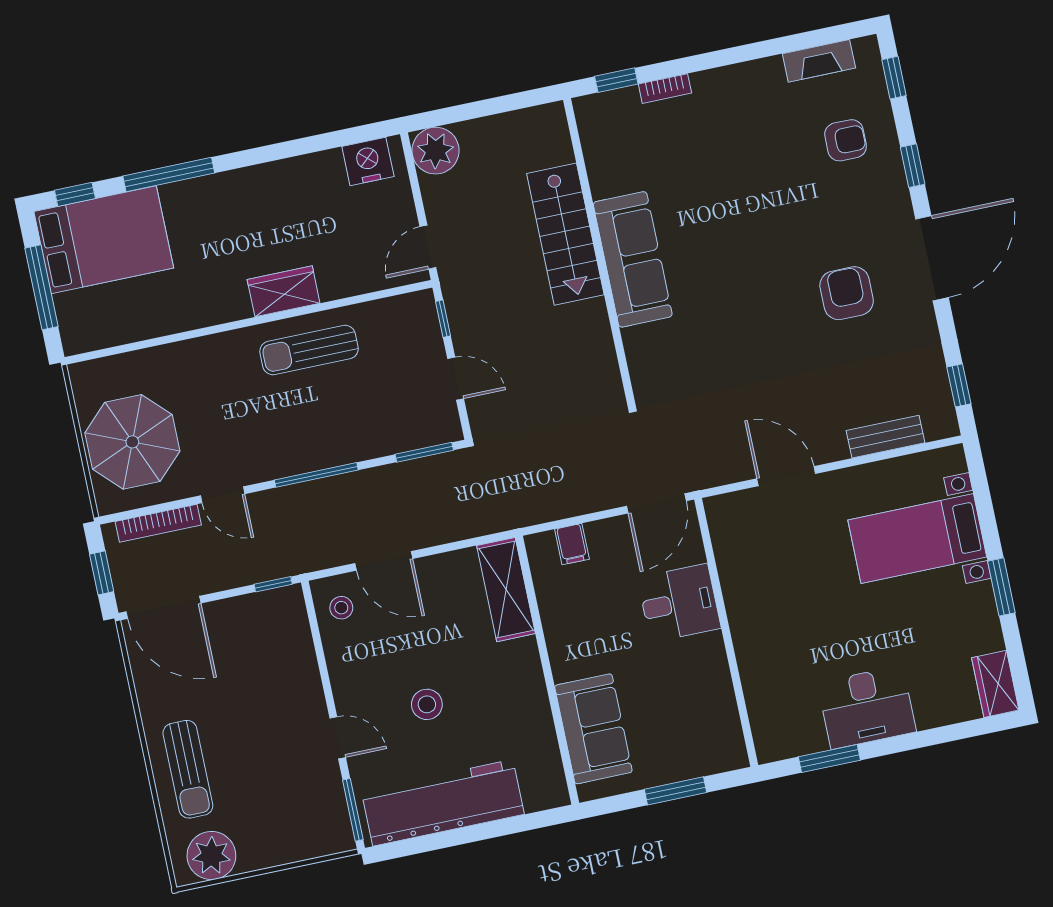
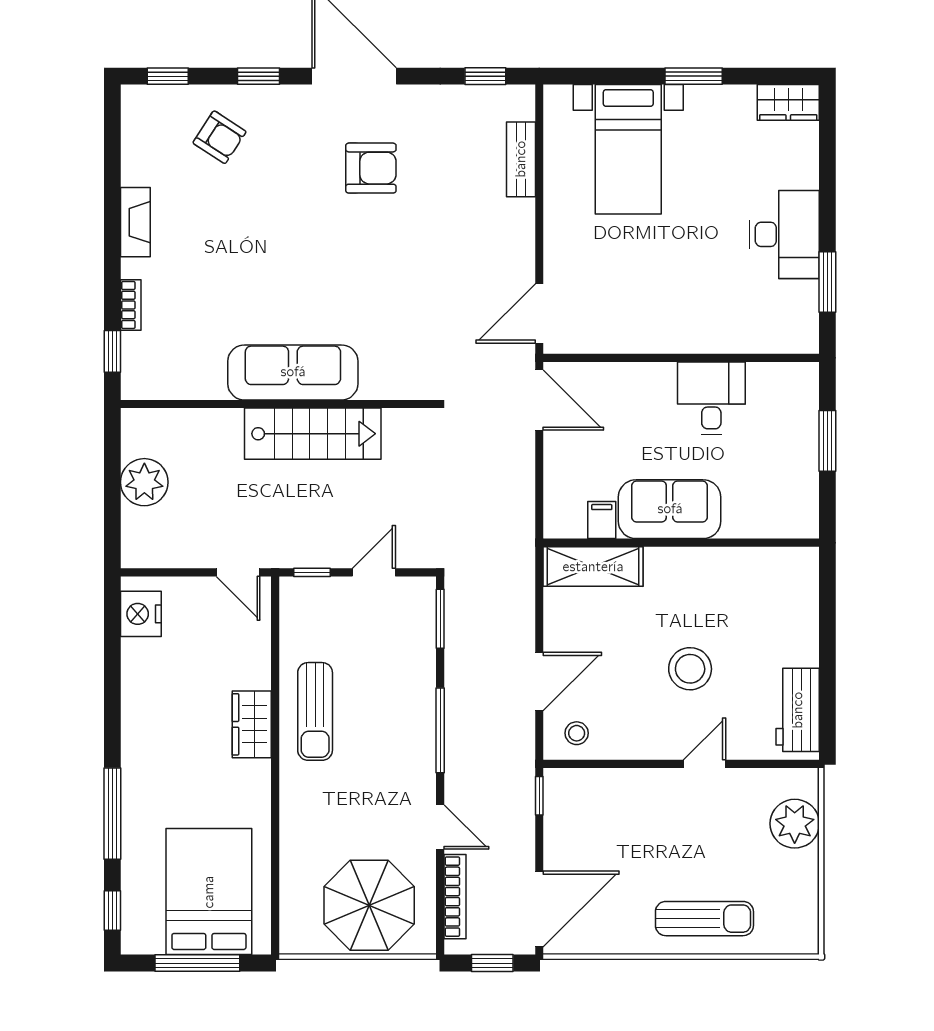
fireplace: (819, 61) -> (135, 222), moved
armchair: (846, 140) -> (219, 137), turned 123
plant: (436, 151) -> (144, 482), moved
stairs: (565, 234) -> (313, 434), moved
bed: (104, 240) -> (209, 892), moved
armchair: (847, 293) -> (371, 168), turned 180
door: (786, 476) -> (539, 313), moved
door: (223, 495) -> (440, 827), hinge flipped
filing cabinet: (572, 544) -> (602, 520), moved, turned -90
desk: (679, 603) -> (711, 398), moved
stool: (427, 704) -> (690, 669), width x1.38, depth x1.38
sofa: (593, 729) -> (670, 509), moved
workbench: (443, 803) -> (798, 710), width x0.53, depth x0.76
window: (353, 810) -> (779, 764), removed
plant: (211, 856) -> (795, 824), moved

